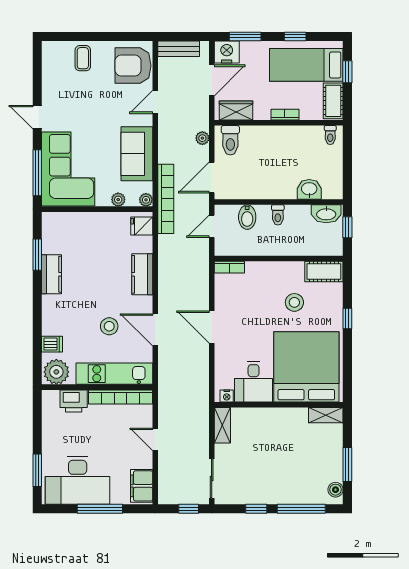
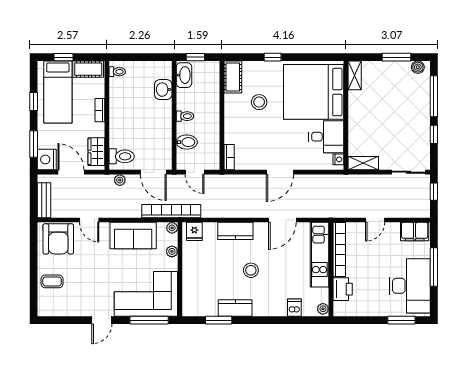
stool: (109, 326) -> (251, 270), moved
plant: (56, 372) -> (323, 309), width x0.53, depth x0.53

